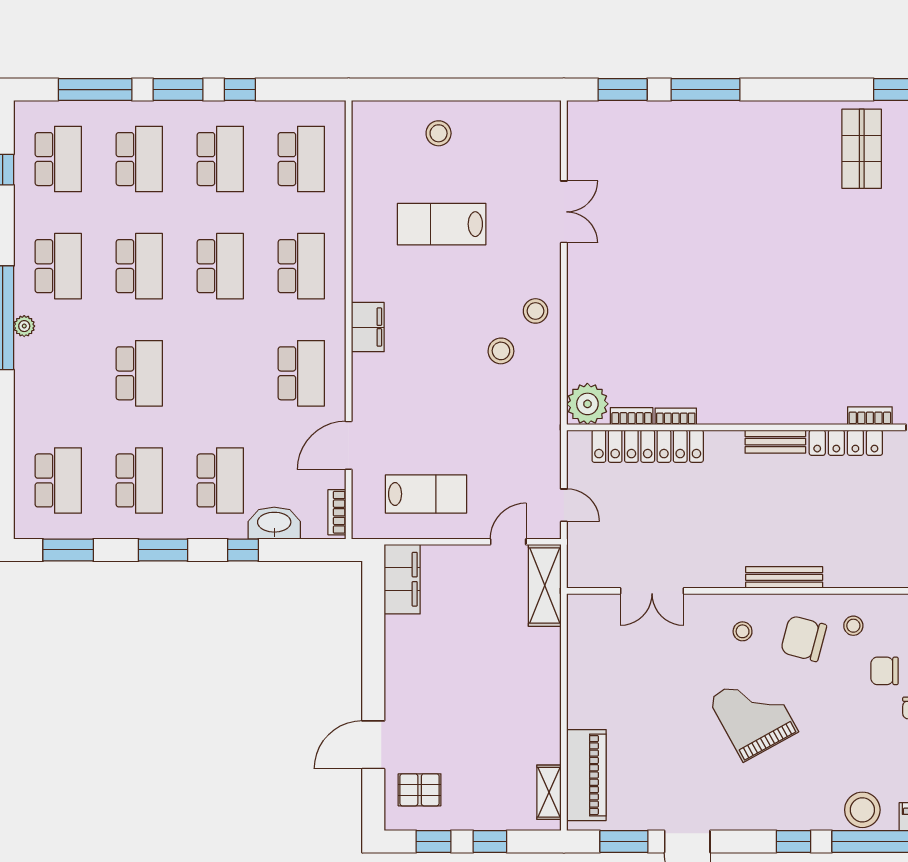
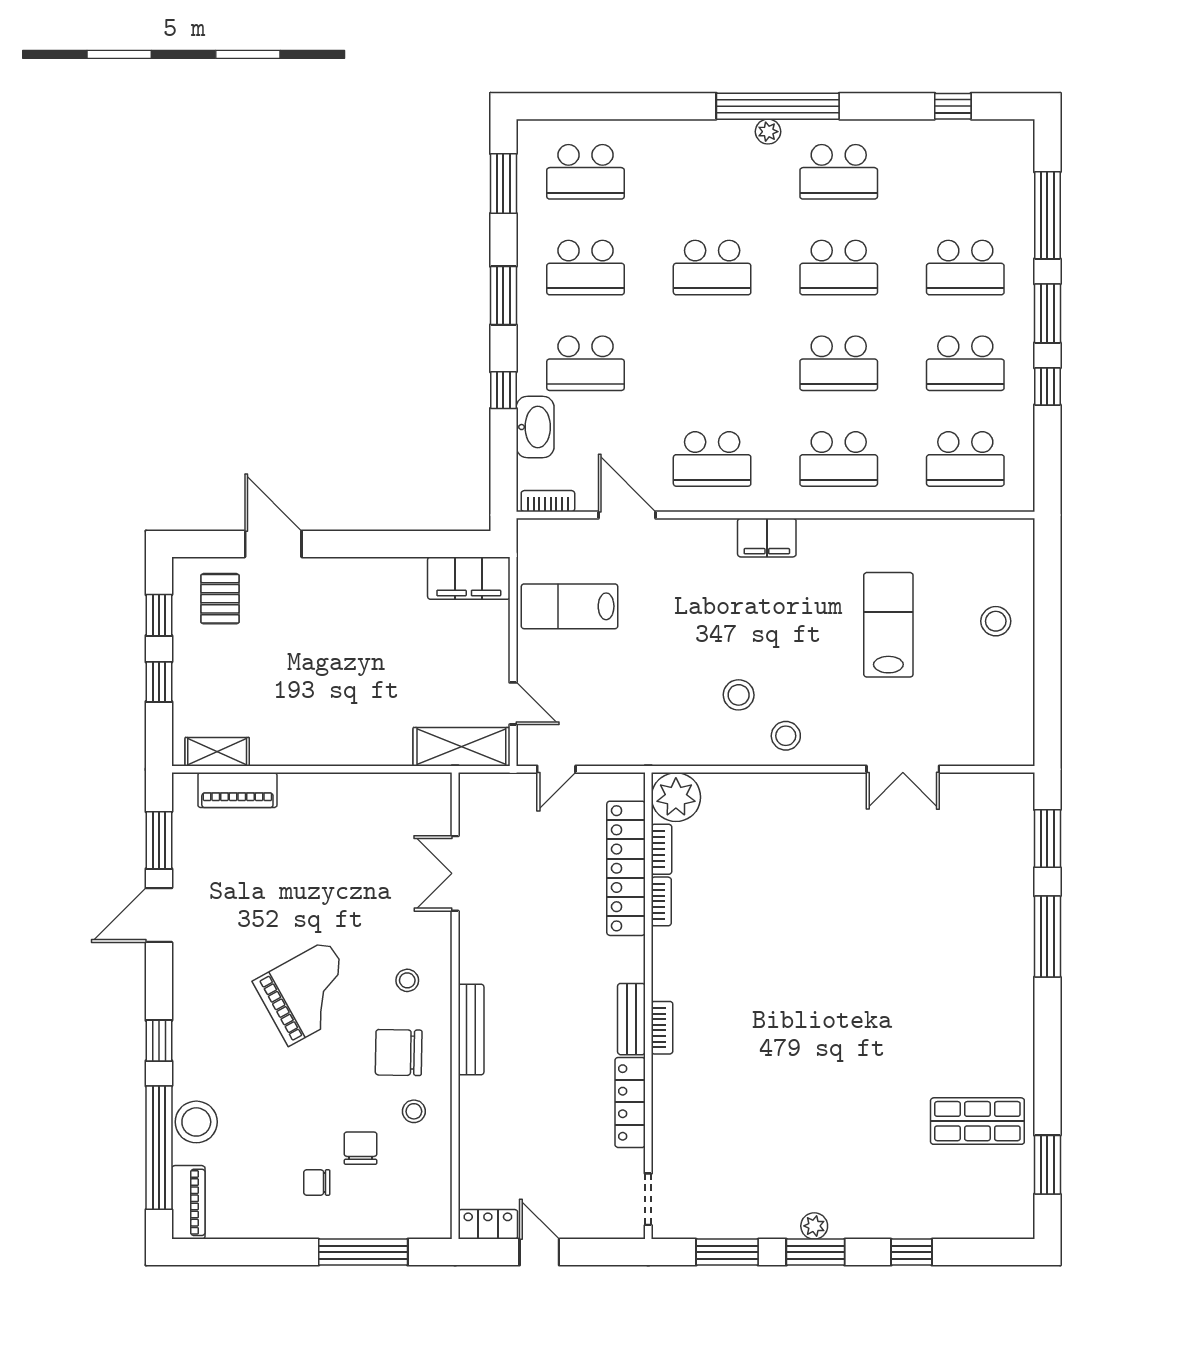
school desk: (58, 159) -> (965, 172), removed
bookcase: (870, 416) -> (662, 1028), moved
lab bench: (426, 494) -> (570, 606), turned 90
chair: (804, 639) -> (399, 1052), turned -104
piano: (586, 775) -> (237, 790), width x0.73, depth x0.75

